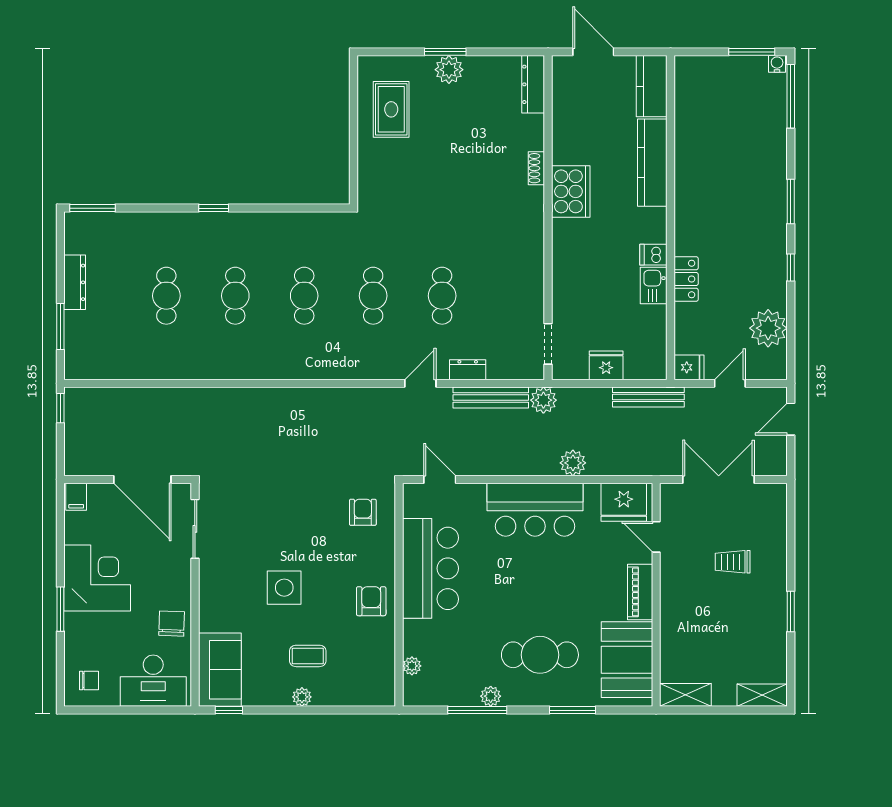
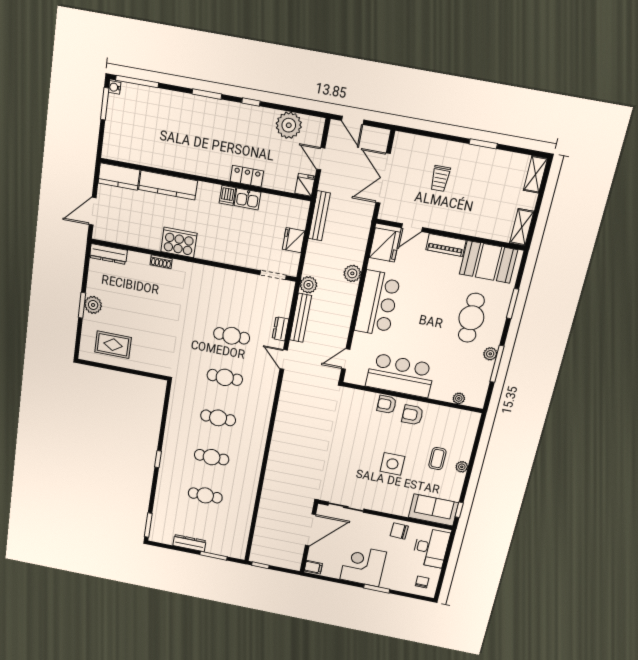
armchair: (363, 512) -> (387, 404), moved

